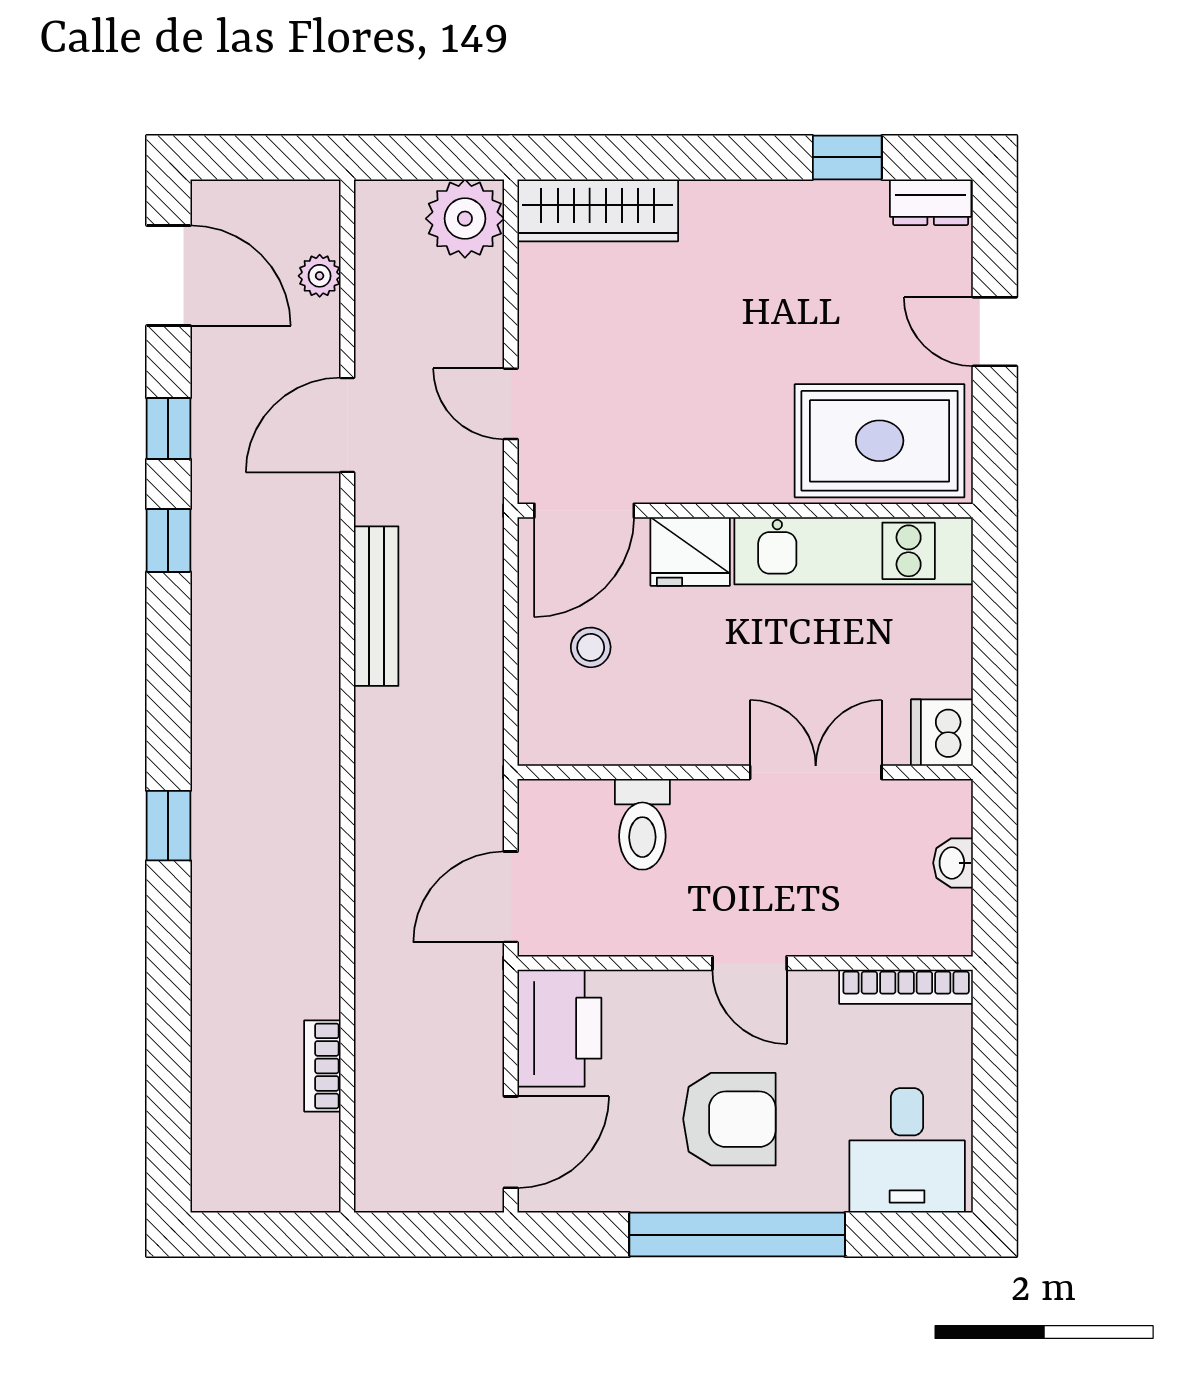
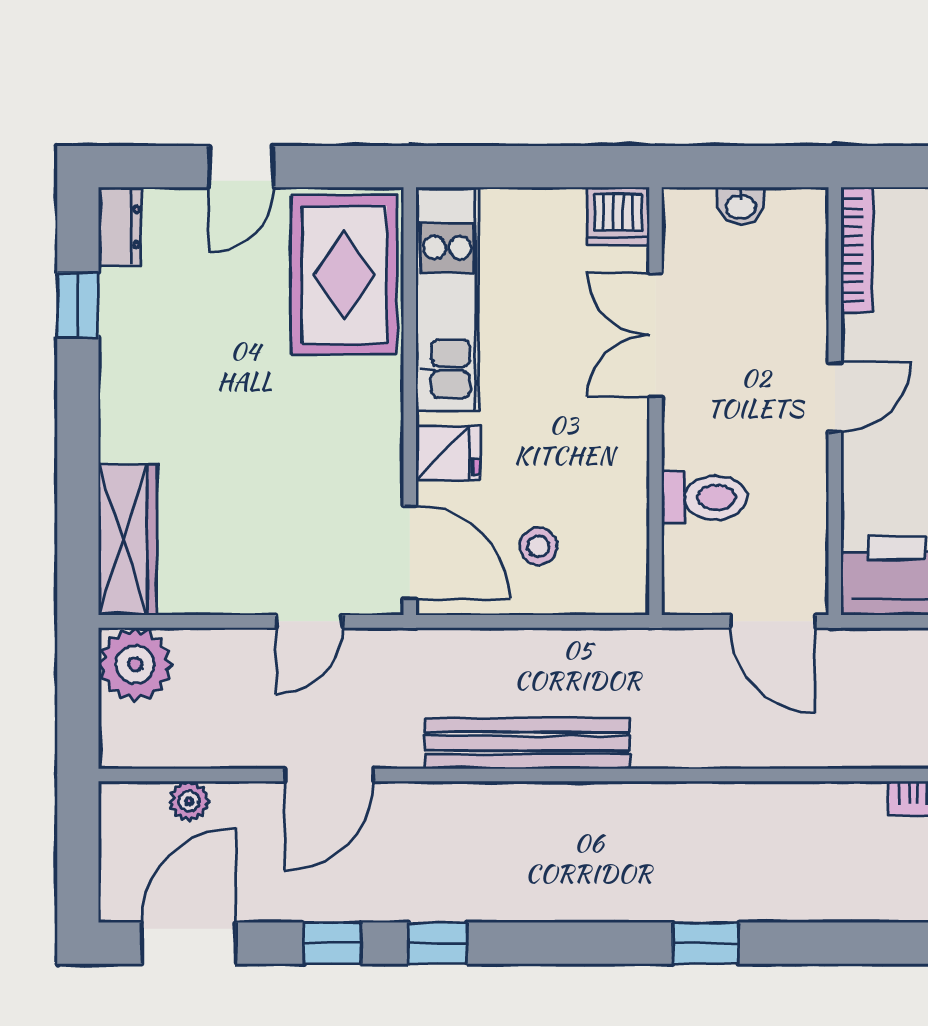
door: (347, 425) -> (329, 775), hinge flipped
fridge: (690, 551) -> (448, 453), width x0.72
bench: (376, 606) -> (527, 743), width x1.37, depth x1.21

